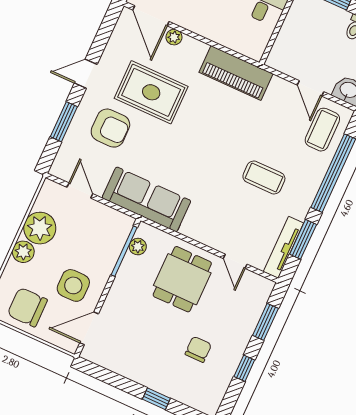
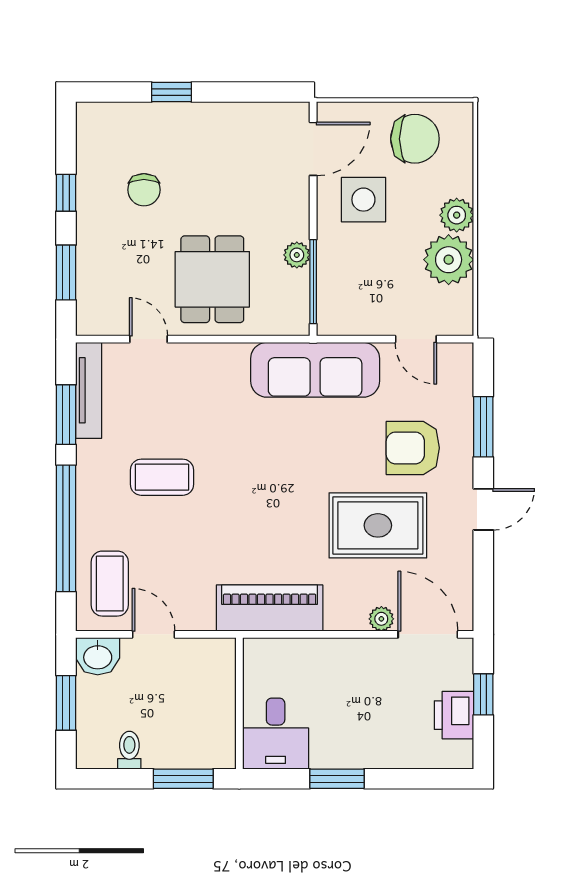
plant: (138, 247) -> (297, 255), moved

